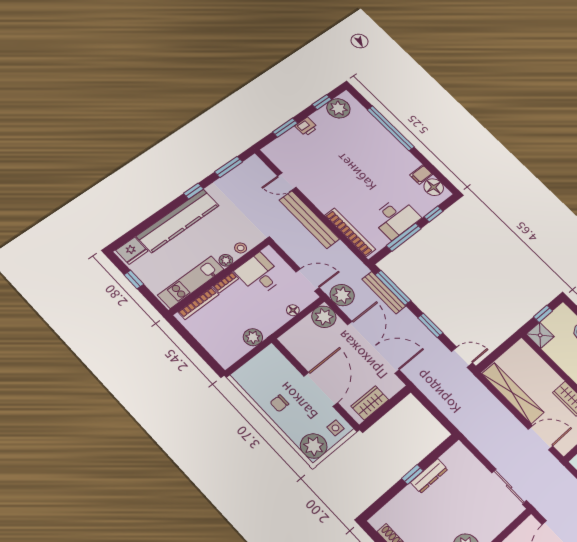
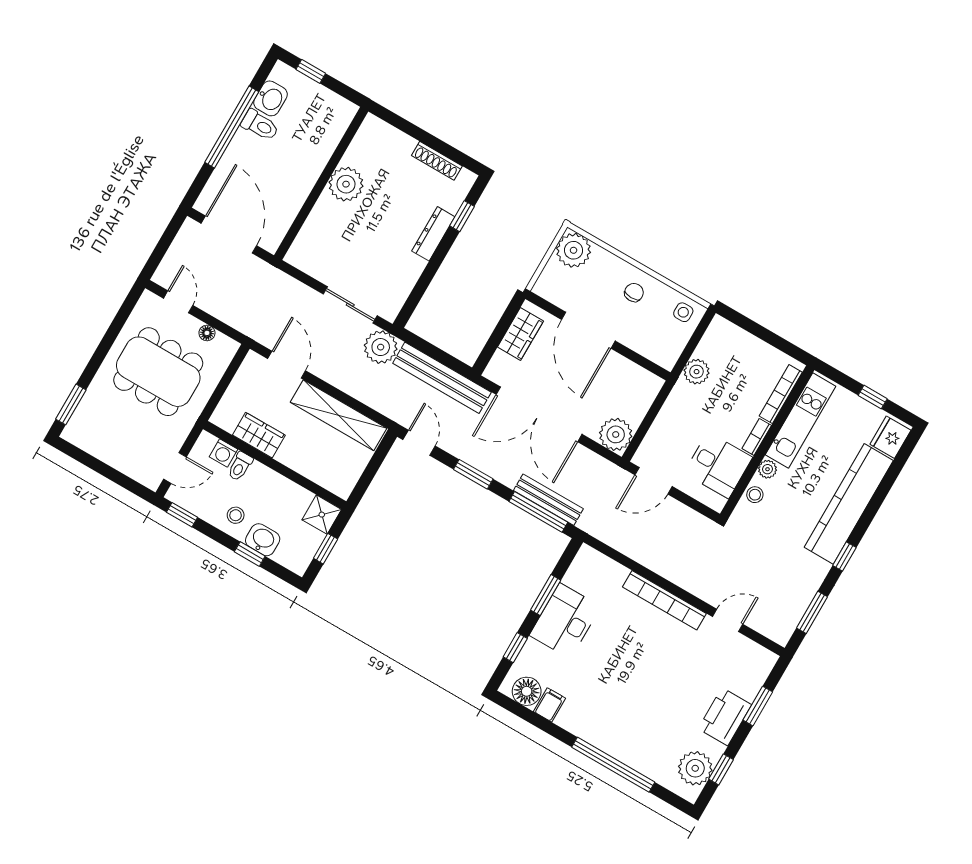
printer: (306, 127) -> (725, 717), width x1.87, depth x1.48
bench: (309, 220) -> (442, 378), moved
bookcase: (350, 232) -> (664, 600), moved
window: (404, 237) -> (546, 595), width x0.69
plant: (342, 295) -> (381, 347), moved
floor lamp: (293, 310) -> (658, 429), removed
door: (462, 357) -> (419, 443), swing flipped
side table: (335, 428) -> (683, 312), moved
door: (540, 438) -> (287, 365), swing flipped
window: (412, 475) -> (462, 216), moved
dresser: (429, 476) -> (433, 234), moved
sliding door: (509, 487) -> (350, 305), moved

